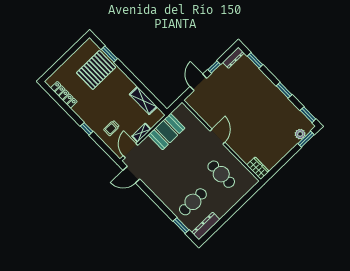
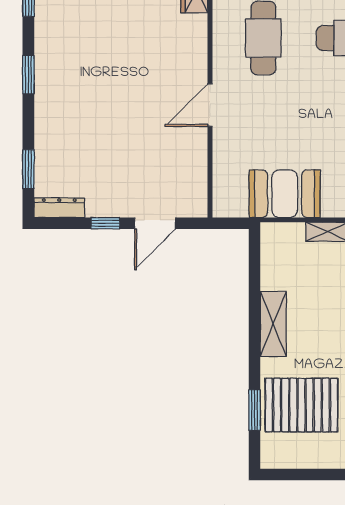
shelving: (143, 101) -> (273, 324), moved

